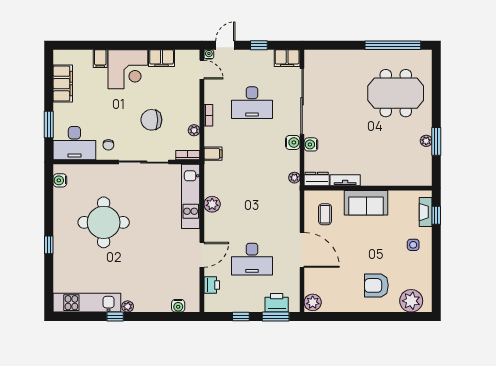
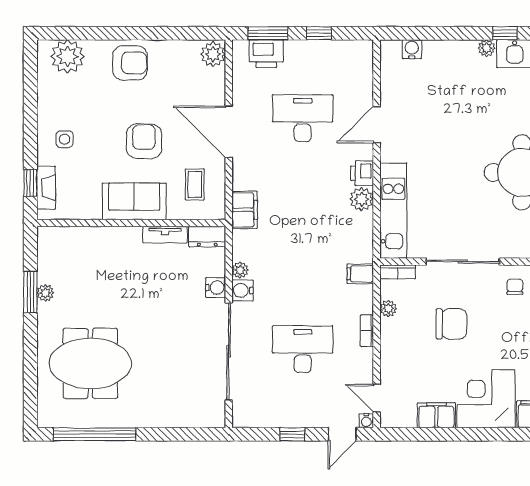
filing cabinet: (287, 58) -> (244, 210), moved, turned 90
plant: (294, 178) -> (240, 270), moved
armchair: (359, 243) -> (144, 141), added
printer: (212, 285) -> (362, 173), moved
armchair: (376, 285) -> (130, 63), moved

